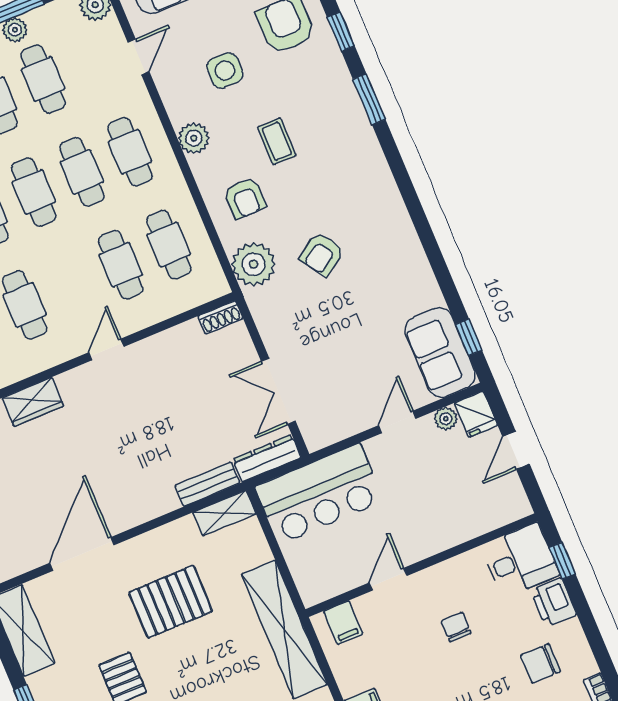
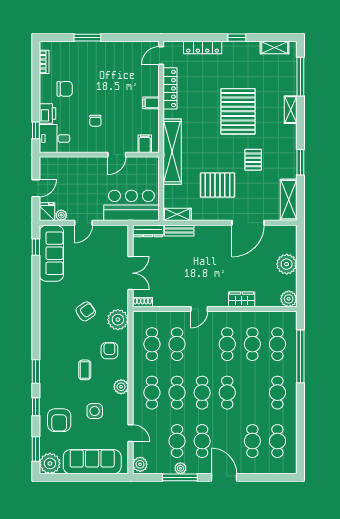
door: (138, 57) -> (131, 433), swing flipped
sofa: (440, 353) -> (51, 253), width x1.36
double door: (278, 391) -> (131, 273), moved

